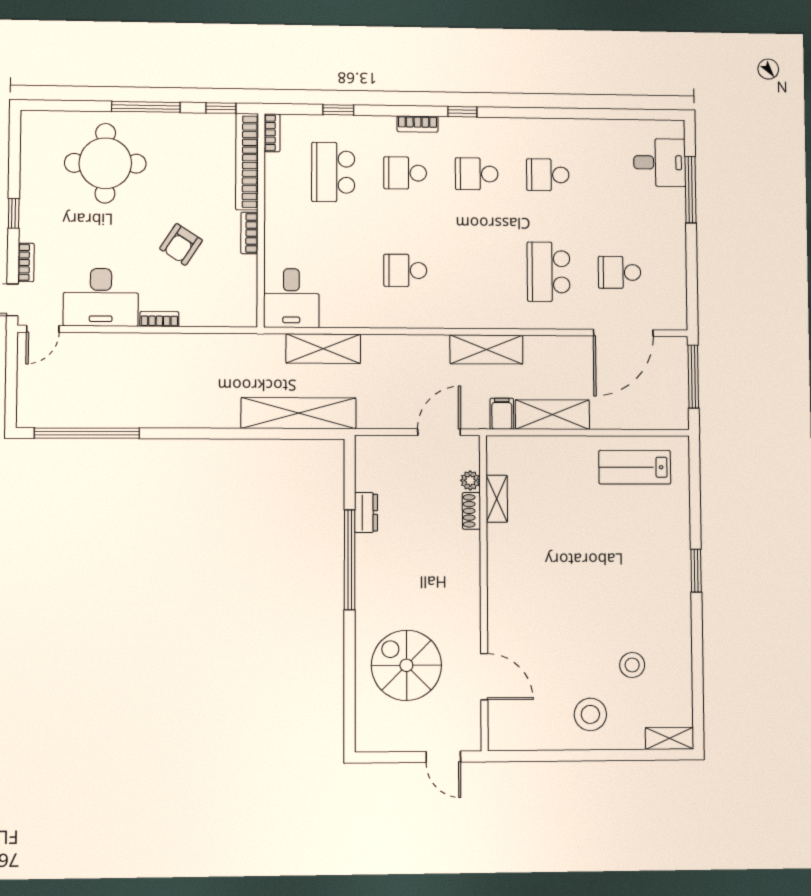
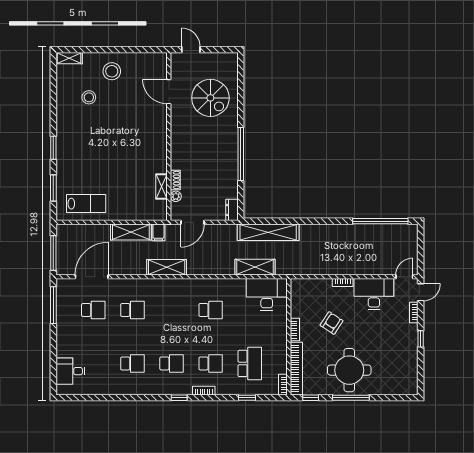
round table: (105, 163) -> (349, 370), moved
window: (691, 190) -> (53, 305), moved
school desk: (548, 272) -> (132, 310), width x0.54
desk: (291, 298) -> (267, 294), width x1.37
window: (695, 496) -> (53, 188), added
dresser: (366, 513) -> (232, 210), moved

